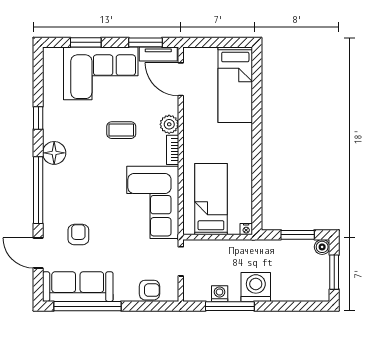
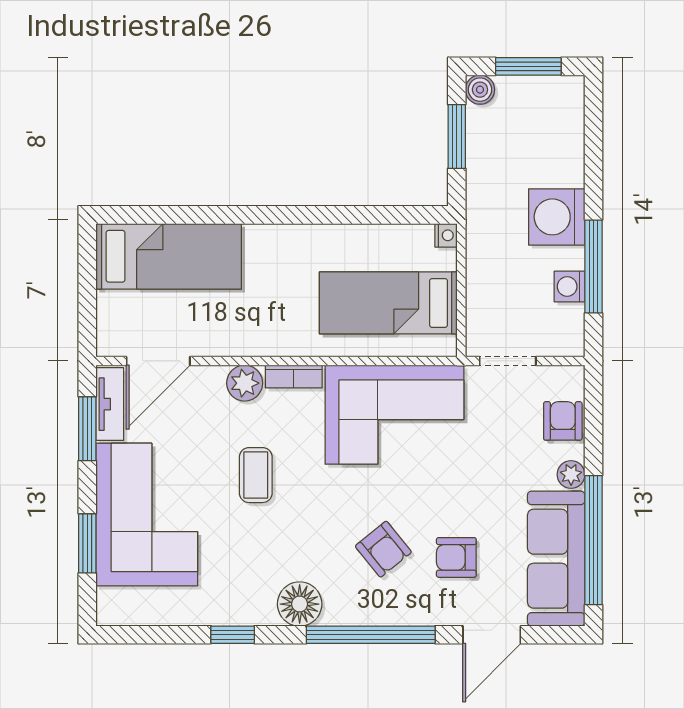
armchair: (83, 197) -> (383, 549), added
plant: (122, 294) -> (571, 474), added

